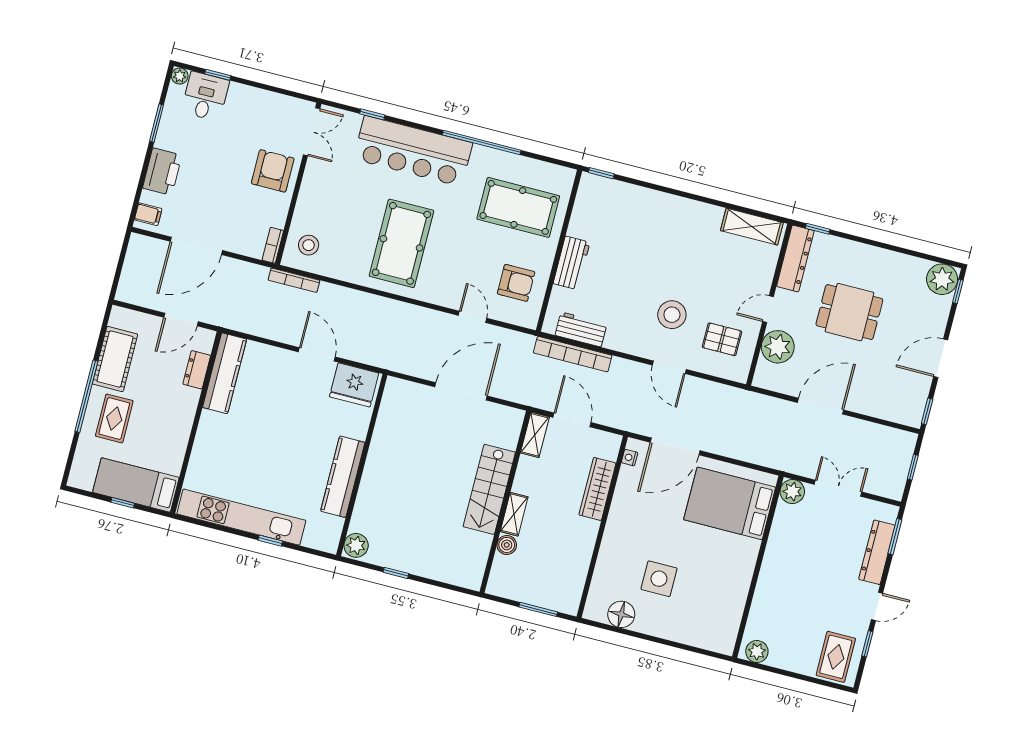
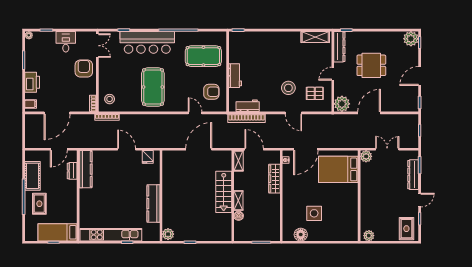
desk: (205, 96) -> (66, 42), moved
plant: (778, 347) -> (342, 104), moved
fridge: (354, 385) -> (148, 157), width x0.53, depth x0.75

